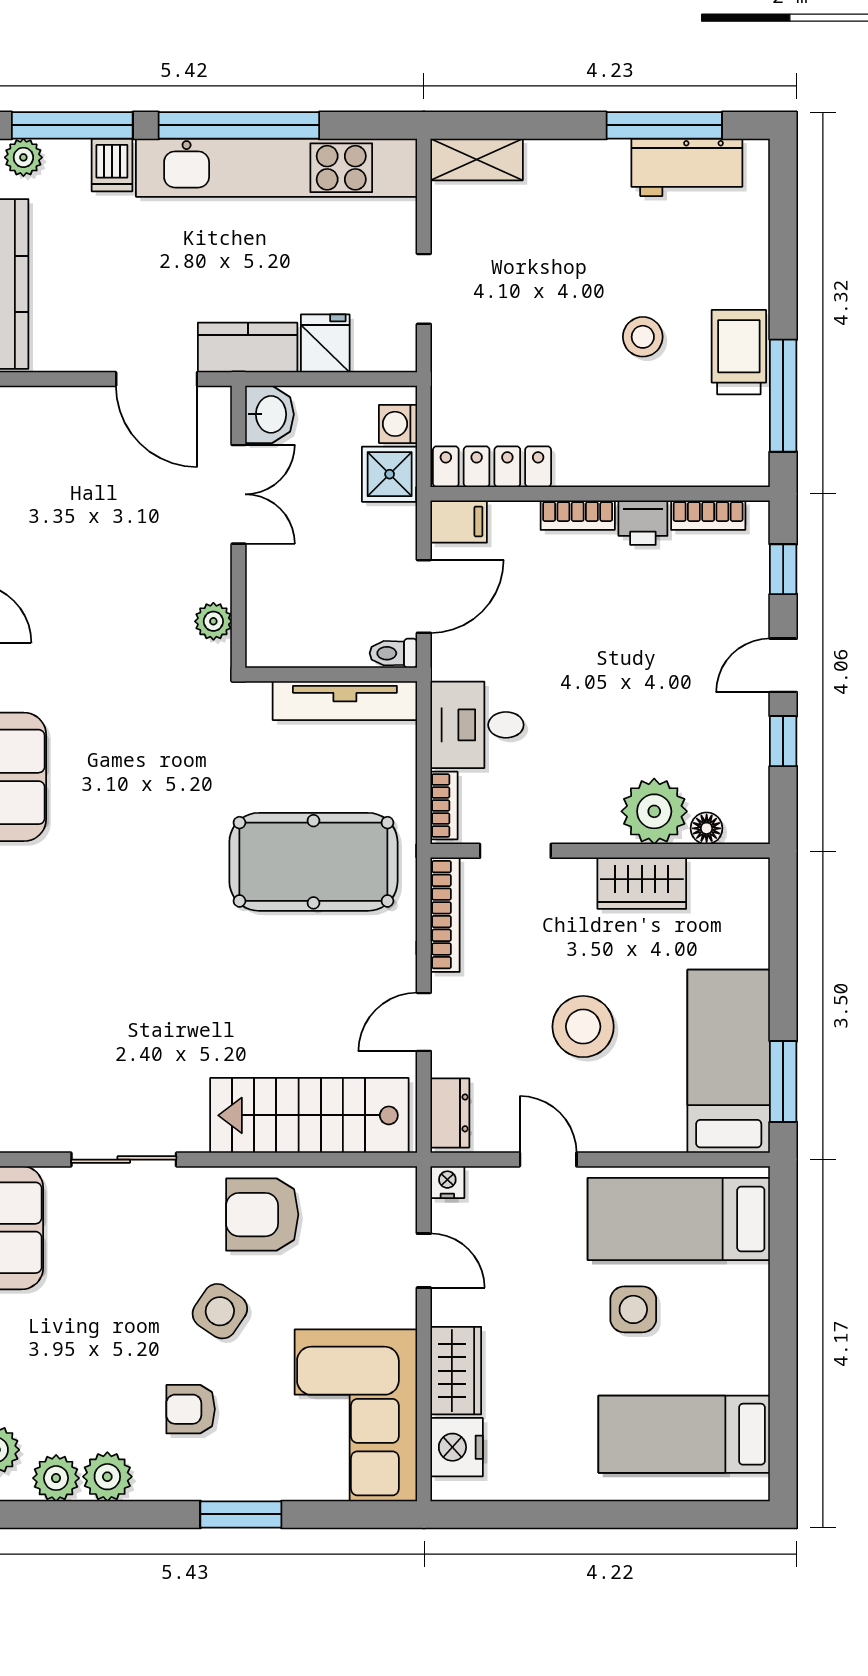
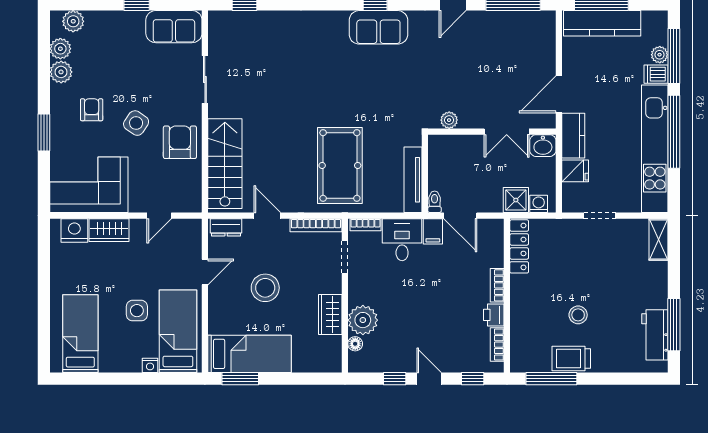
plant: (23, 157) -> (660, 55), moved
trolley: (739, 352) -> (571, 358), turned 180
filing cabinet: (459, 521) -> (433, 231), moved
nightstand: (447, 1182) -> (150, 365), moved, turned 90

